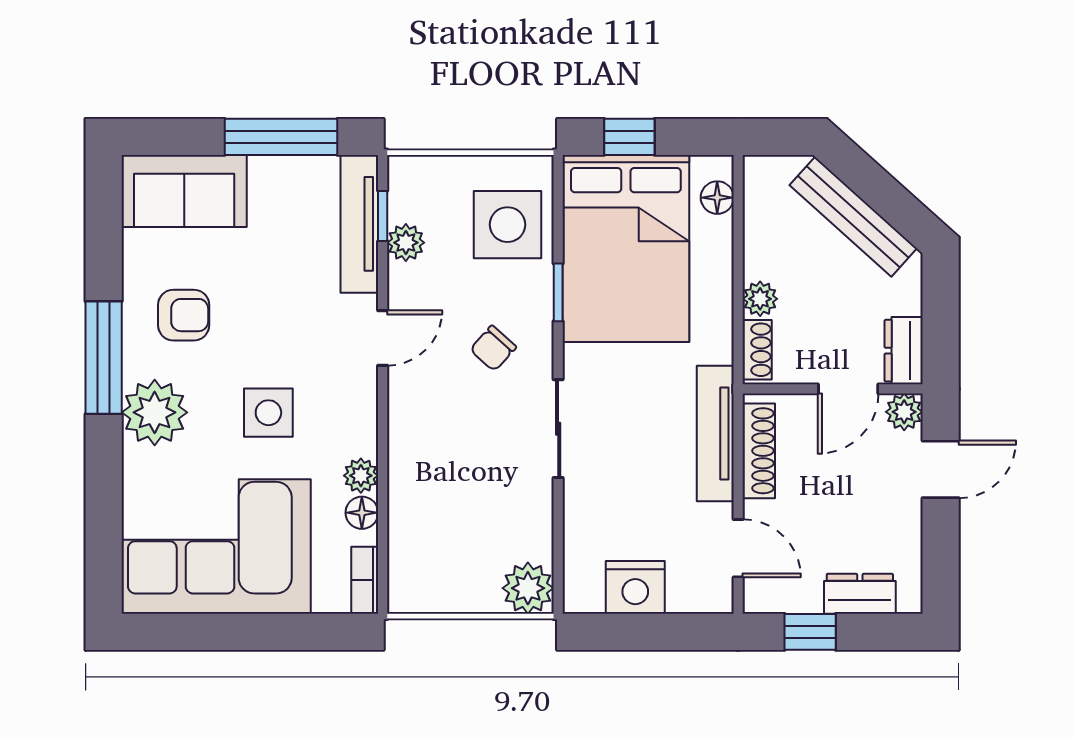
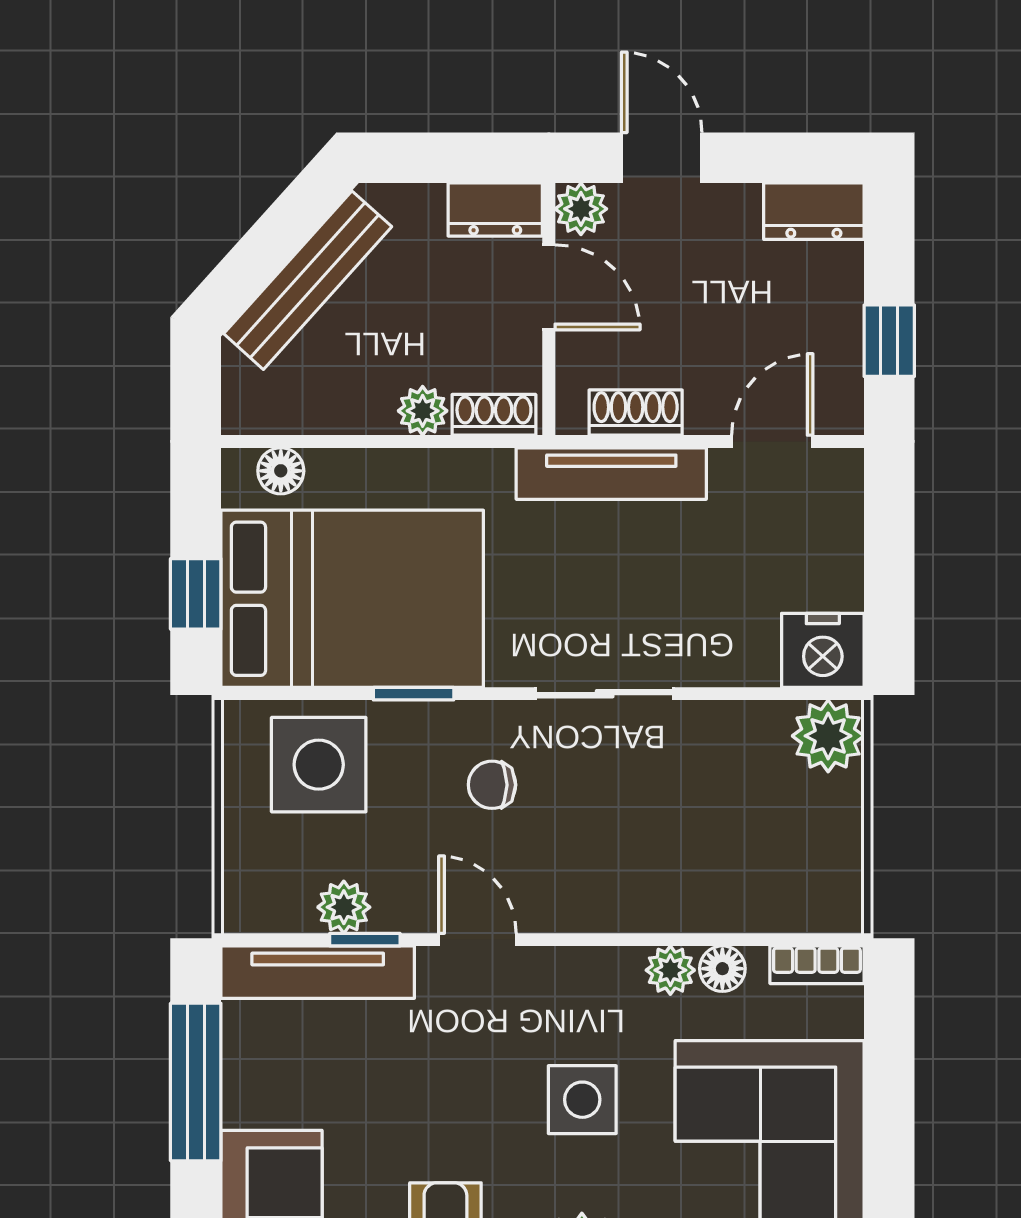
window: (383, 216) -> (365, 940), moved
chair: (493, 348) -> (492, 785), turned 138
shoe rack: (759, 451) -> (636, 413), width x0.70
nightstand: (635, 587) -> (823, 650), moved, turned 90
dresser: (860, 594) -> (814, 211), moved, turned -90

